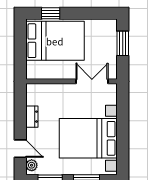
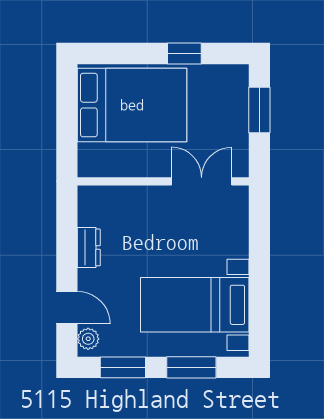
window: (51, 13) -> (184, 53), moved
bed with nightstands: (88, 138) -> (195, 305), width x0.73

